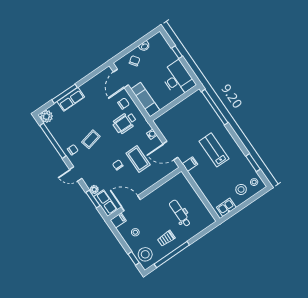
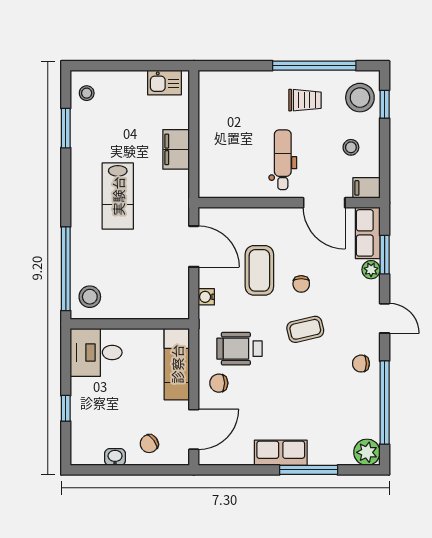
desk: (178, 79) -> (96, 352), width x0.73
row of seats: (71, 99) -> (281, 453), moved
wheelchair: (125, 123) -> (239, 349), turned 180
coffee table: (91, 139) -> (305, 329), moved
filing cabinet: (190, 164) -> (176, 149), moved, width x2.00
stool: (241, 189) -> (90, 297), moved
dental chair: (180, 213) -> (283, 160), moved, turned 180

